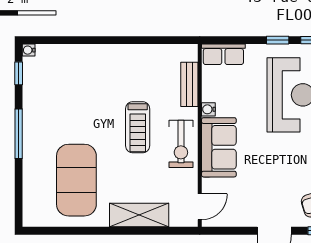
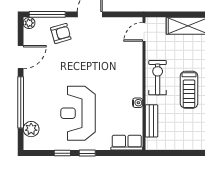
treadmill: (138, 127) -> (189, 90), turned 180
sofa: (219, 147) -> (130, 75), removed

